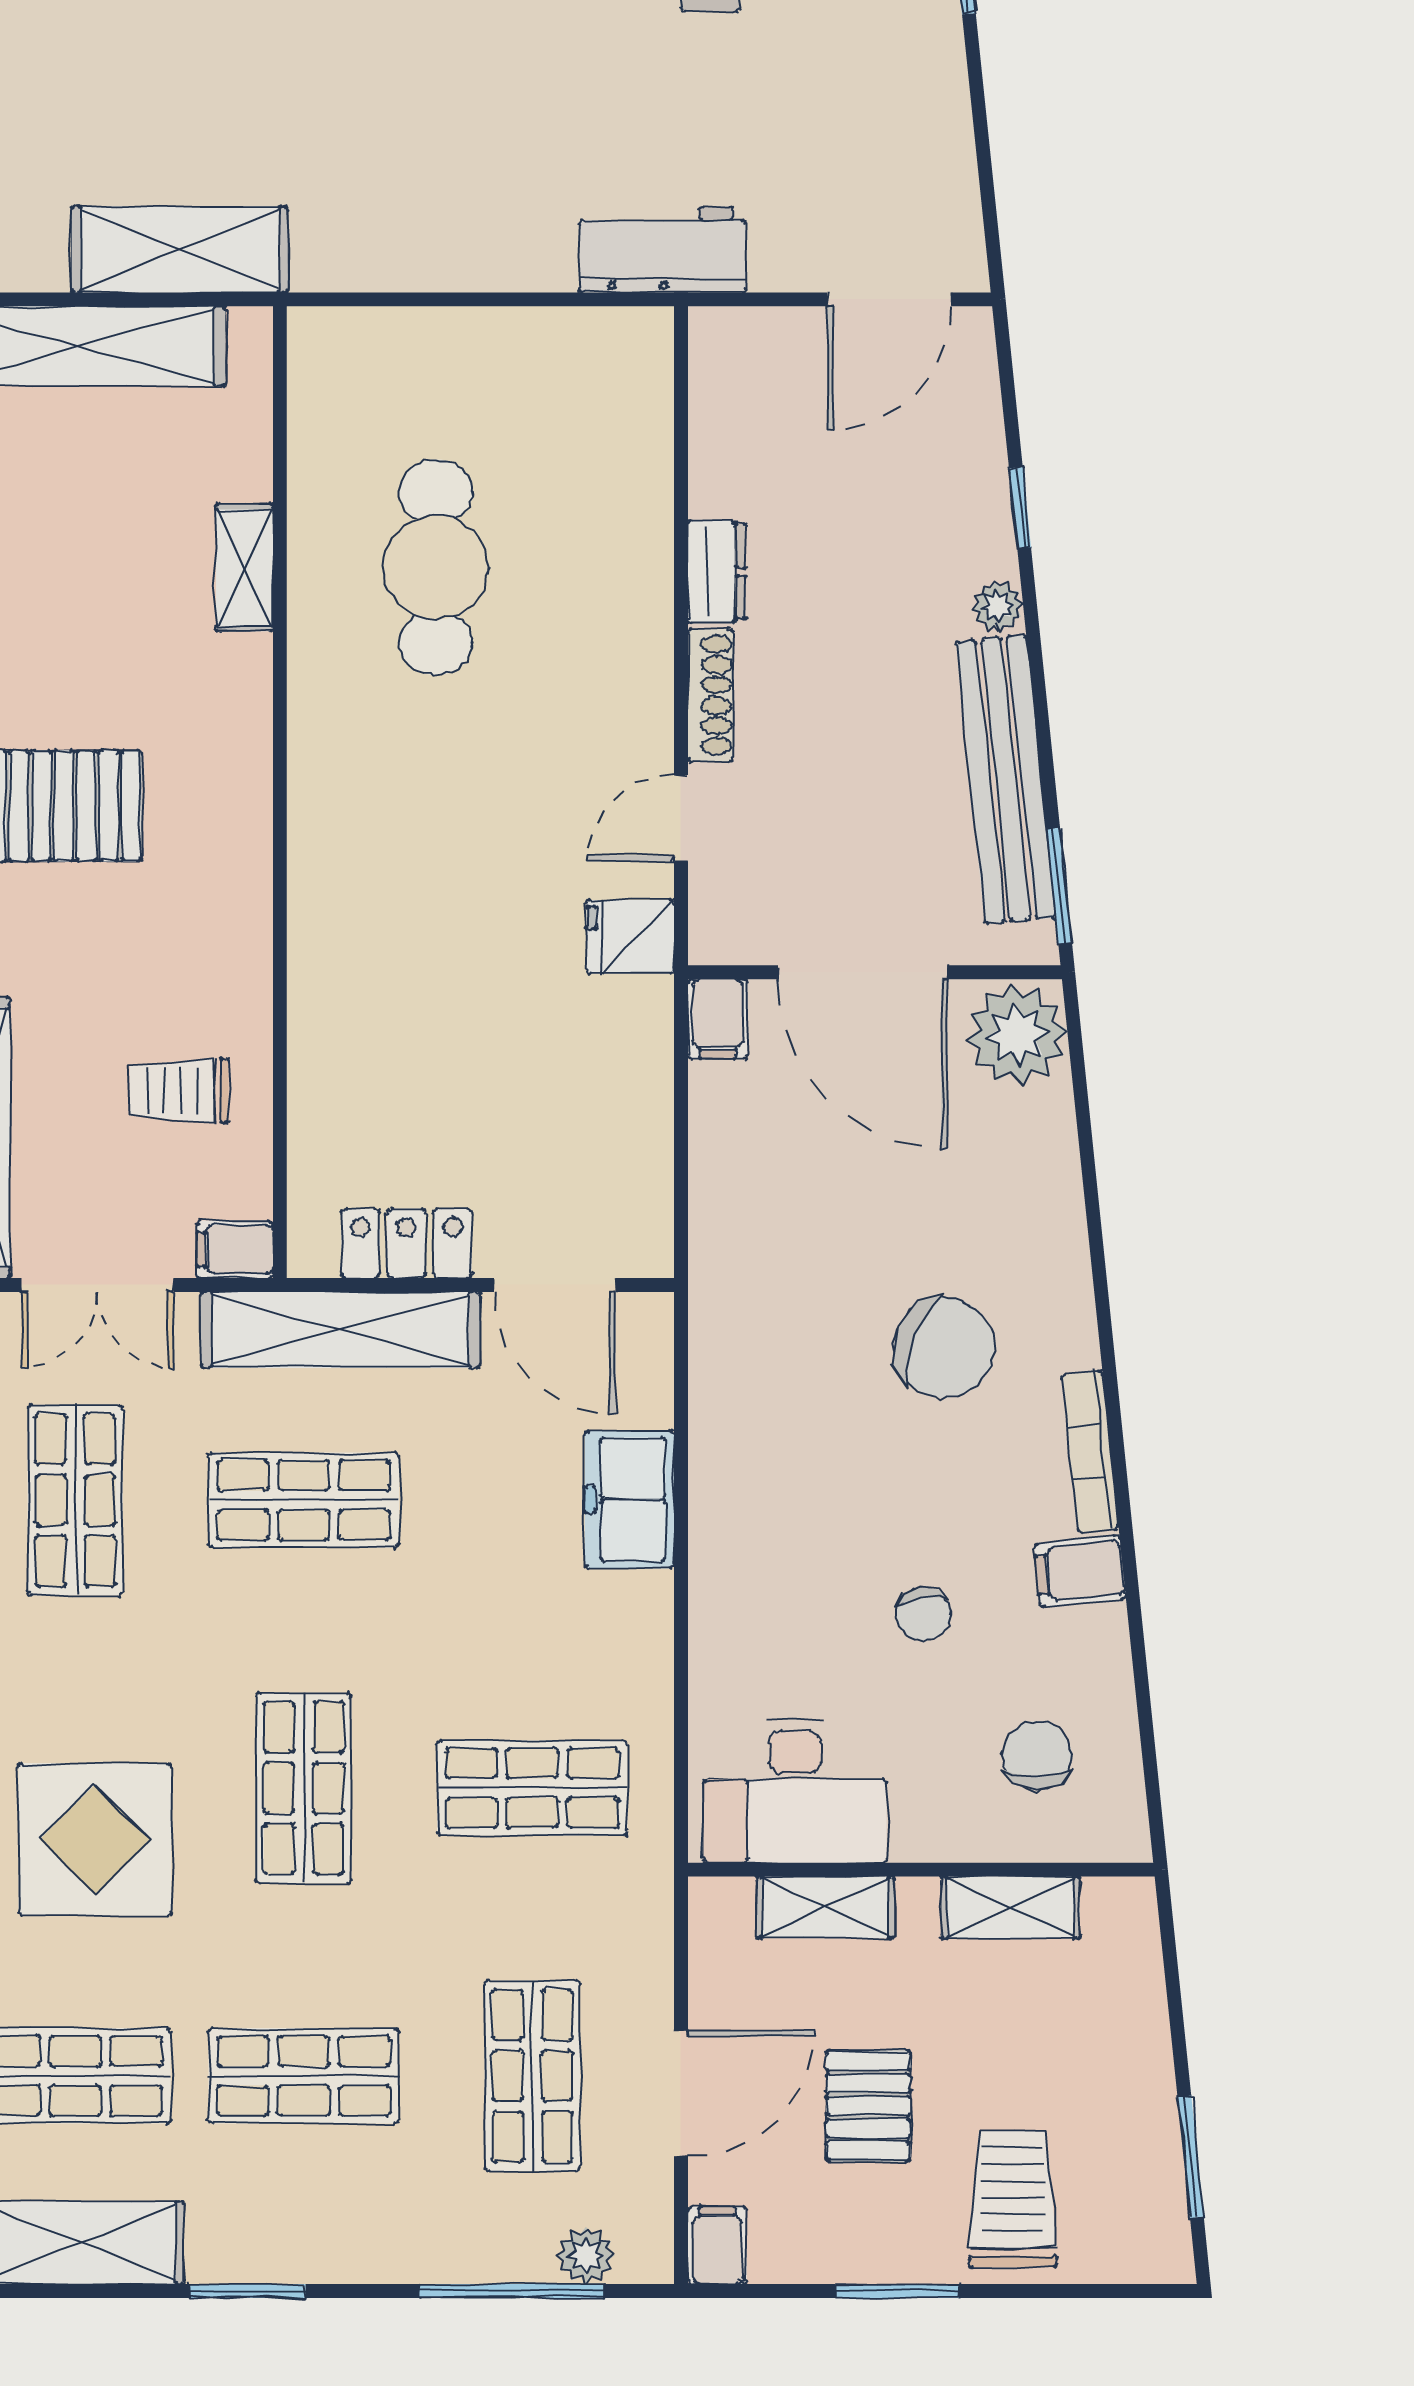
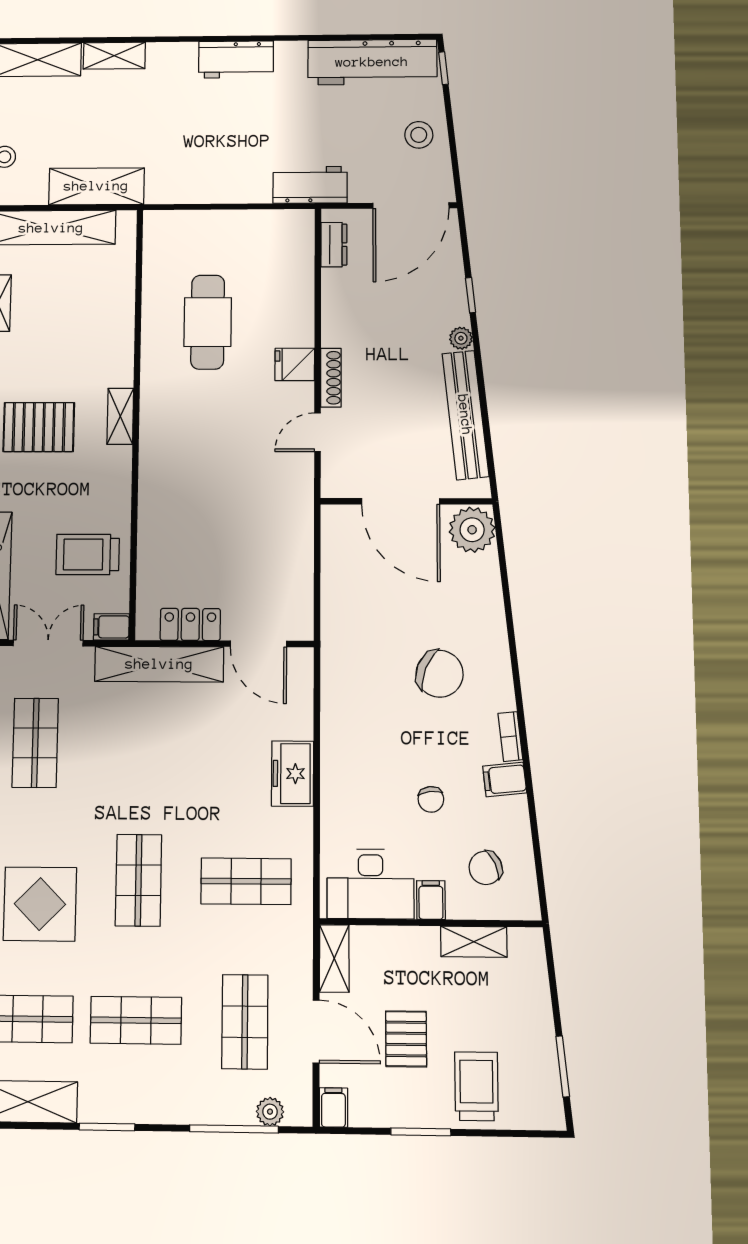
stool: (908, 133) -> (419, 135), added
door: (889, 299) -> (411, 205), width x1.36
shelving: (245, 568) -> (120, 416), moved
dresser: (717, 572) -> (334, 245), moved
window: (1059, 886) -> (491, 462), removed
fridge: (630, 937) -> (295, 364), moved
filing cabinet: (718, 1019) -> (431, 900), moved, turned 180
trolley: (179, 1091) -> (88, 554), width x1.36, depth x1.39
double door: (97, 1285) -> (48, 643), swing flipped
bookcase: (1090, 1452) -> (510, 736), width x0.64
shop shelf: (304, 1500) -> (141, 743), removed
freezer: (630, 1500) -> (293, 774), moved
chair: (1037, 1755) -> (486, 868), turned -115
shelving: (825, 1907) -> (334, 959), moved, turned 90
door: (681, 2094) -> (316, 1031), hinge flipped

